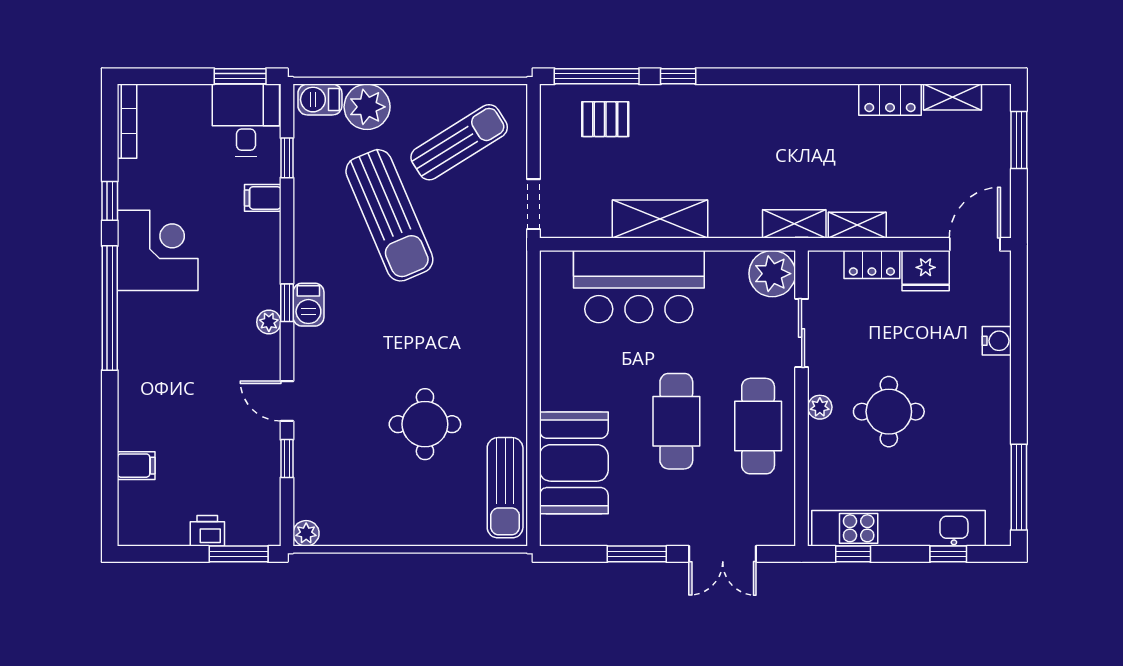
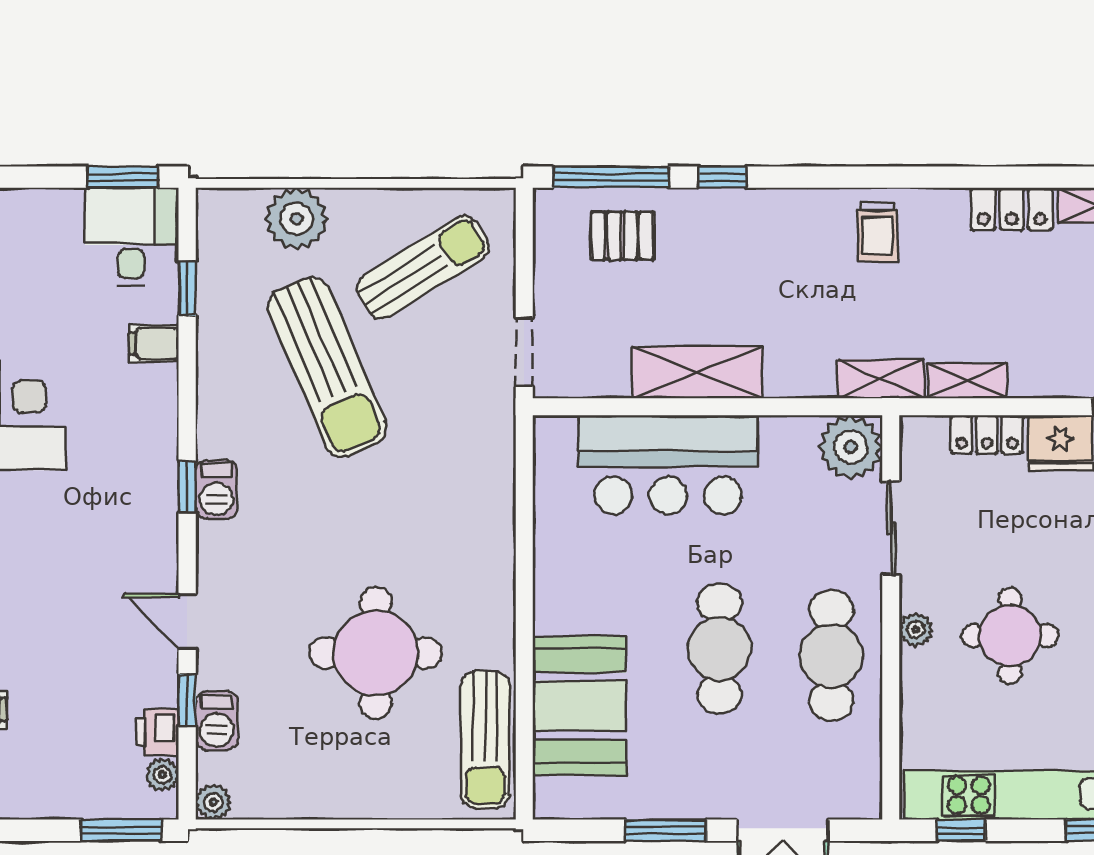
barbecue: (320, 100) -> (217, 721), moved, turned -90
trolley: (792, 116) -> (877, 232), added
plant: (269, 322) -> (162, 775), moved
round table: (425, 424) -> (376, 653), width x1.36, depth x1.36
printer: (207, 531) -> (158, 732), moved, turned -90

